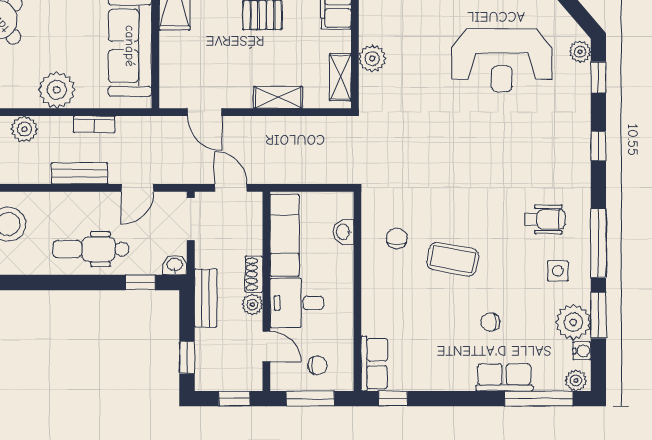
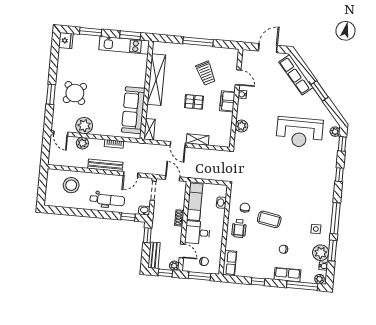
shelving: (340, 77) -> (149, 129), moved
plant: (57, 90) -> (84, 126), moved
door: (205, 112) -> (178, 144), moved
bench: (80, 173) -> (105, 165), width x1.36
wheelchair: (545, 219) -> (239, 228), moved, turned 90
dental chair: (91, 249) -> (107, 200), turned 180
bench: (206, 298) -> (154, 255), moved
plant: (252, 305) -> (174, 266), moved
window: (187, 357) -> (147, 235), moved
window: (393, 399) -> (258, 281), moved

